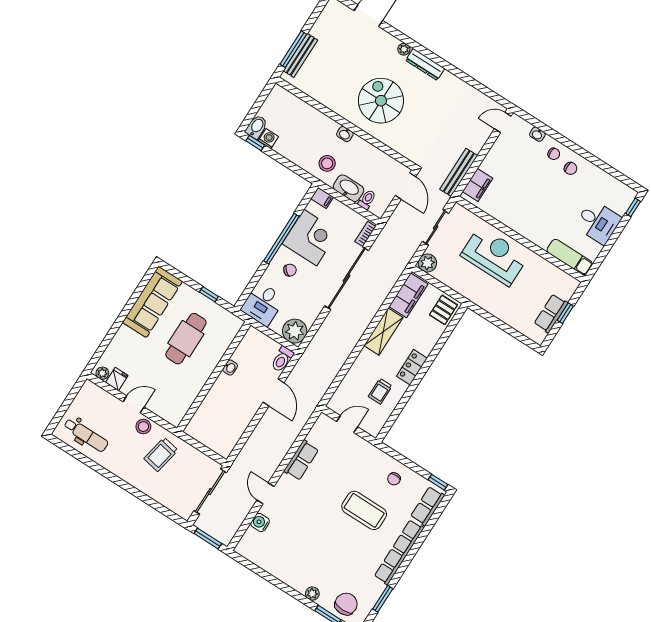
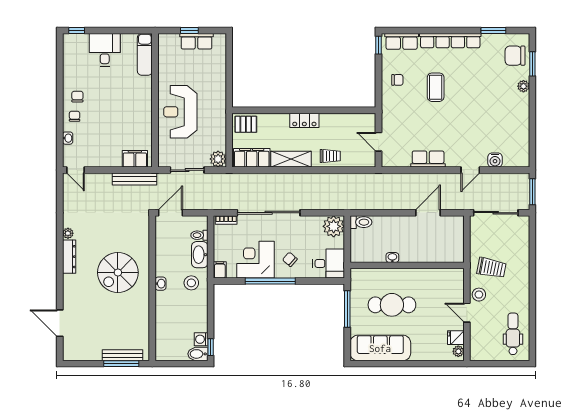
plant: (404, 49) -> (68, 233), moved
window: (209, 294) -> (347, 309), width x2.17
trolley: (380, 391) -> (330, 156), moved
door: (273, 392) -> (428, 213), moved
coffee table: (364, 510) -> (436, 87), width x0.73, depth x0.76

